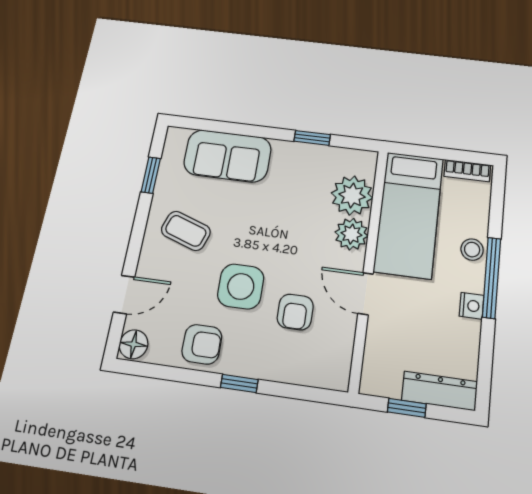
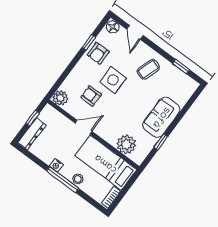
sofa: (228, 156) -> (161, 117), moved
plant: (351, 234) -> (60, 98), moved
window: (239, 383) -> (89, 42), moved

